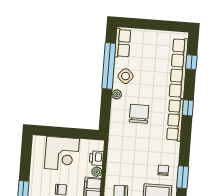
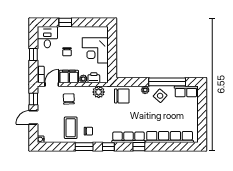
window: (191, 62) -> (108, 147), moved
chair: (139, 114) -> (122, 96), moved
plant: (115, 154) -> (99, 92), added

